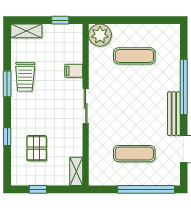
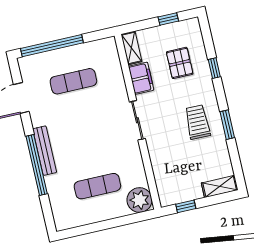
filing cabinet: (74, 71) -> (141, 78), moved, width x2.00
trolley: (25, 77) -> (198, 122), moved
bench: (174, 114) -> (45, 151), moved

